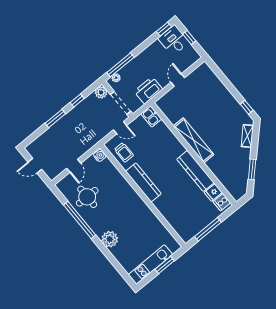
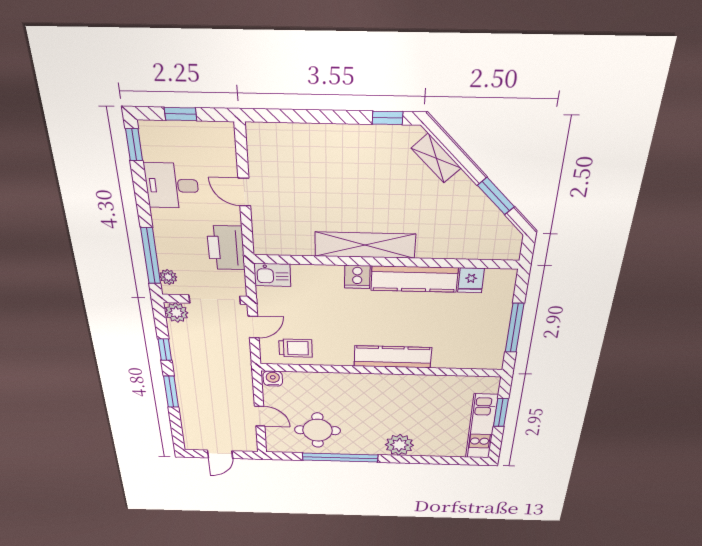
desk: (174, 40) -> (172, 186), moved
kitchen counter: (143, 182) -> (393, 357), moved
cooker: (222, 202) -> (357, 277), moved

